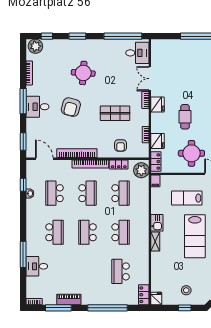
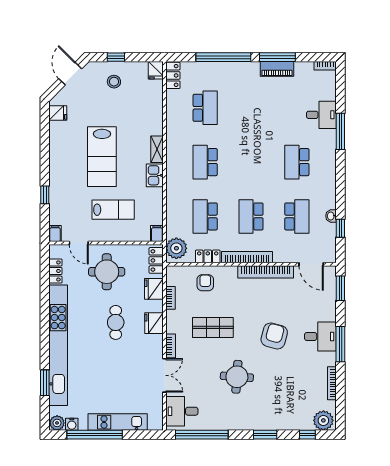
kitchen unit: (184, 45) -> (118, 422), added
round table: (83, 73) -> (237, 377), moved
fridge: (157, 104) -> (154, 323), moved
school desk: (88, 232) -> (251, 162), removed
lab bench: (195, 236) -> (102, 157), turned 180
window: (58, 308) -> (277, 57), moved

